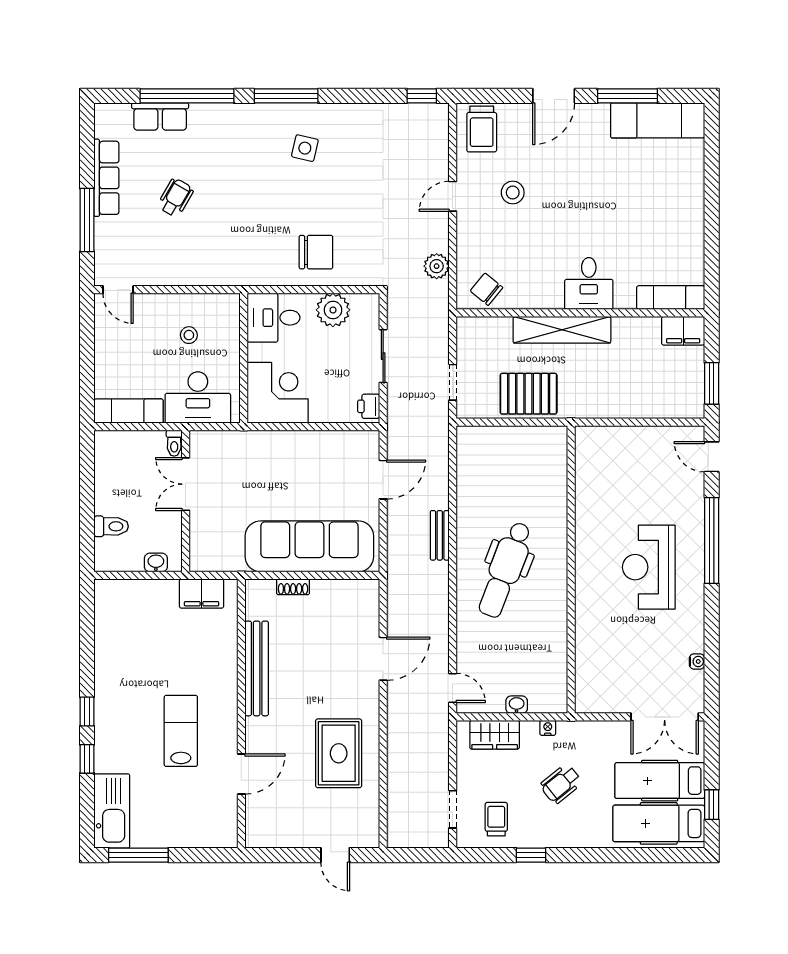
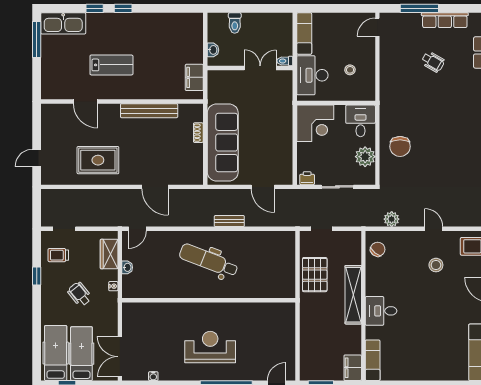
side table: (305, 148) -> (463, 140), removed
trolley: (496, 819) -> (58, 255), turned 180

